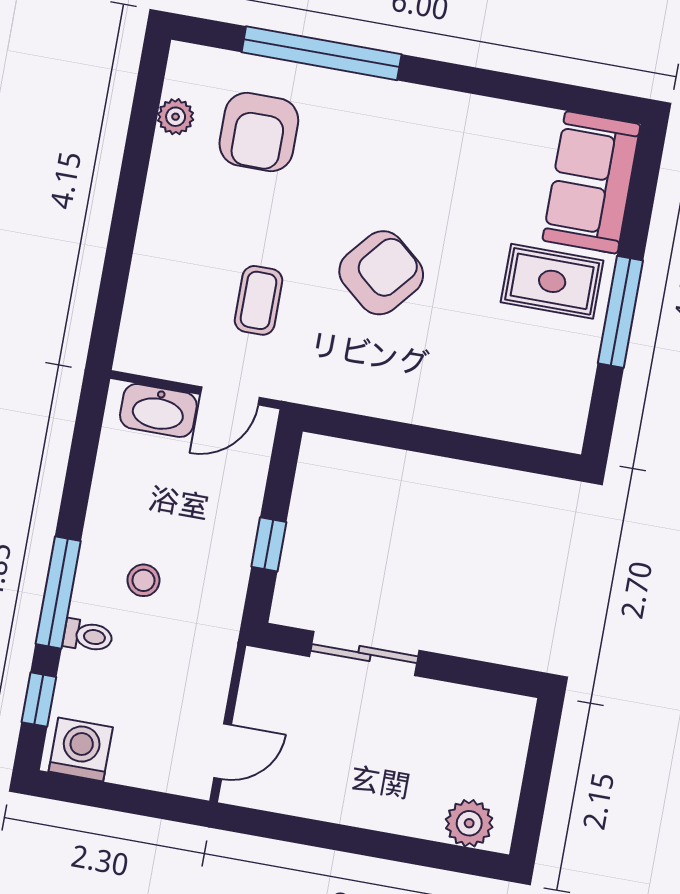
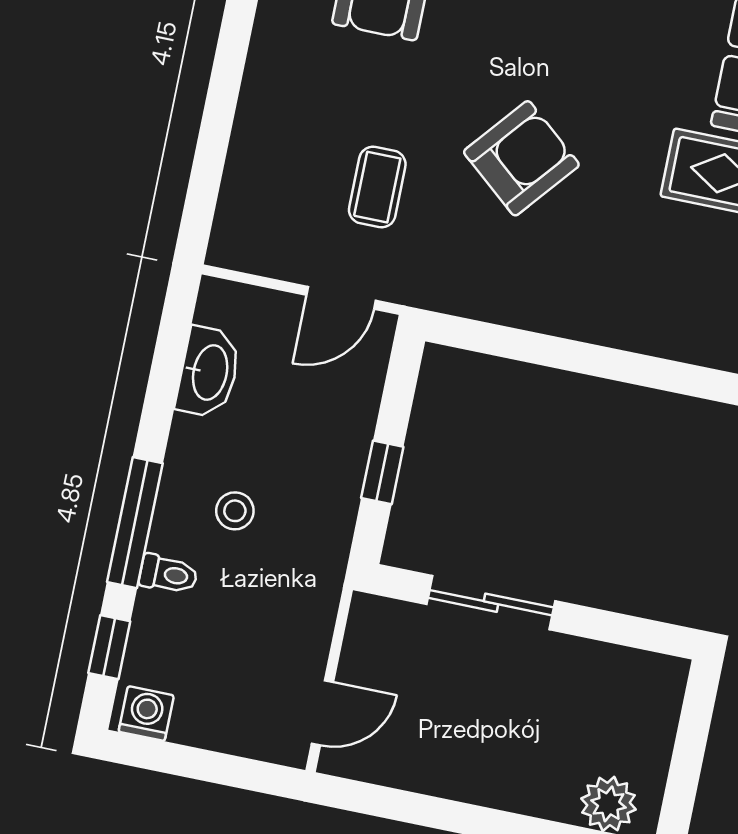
washbasin: (158, 410) -> (209, 372), moved, turned -90
washing machine: (81, 749) -> (146, 714), width x0.73, depth x0.73

